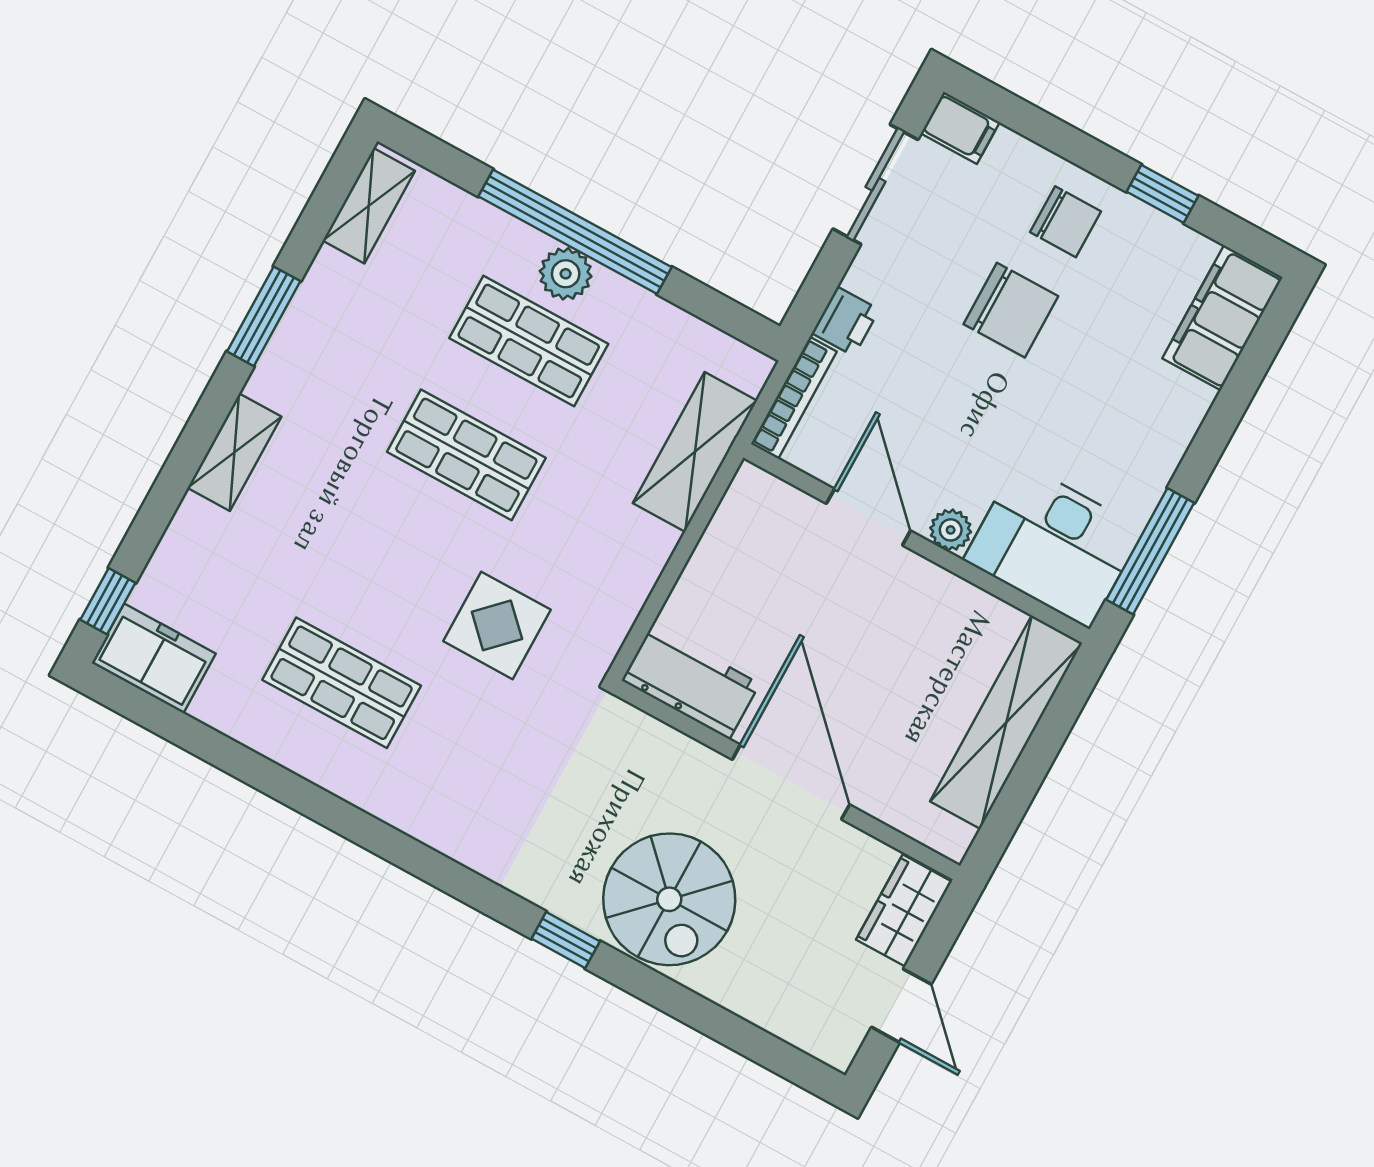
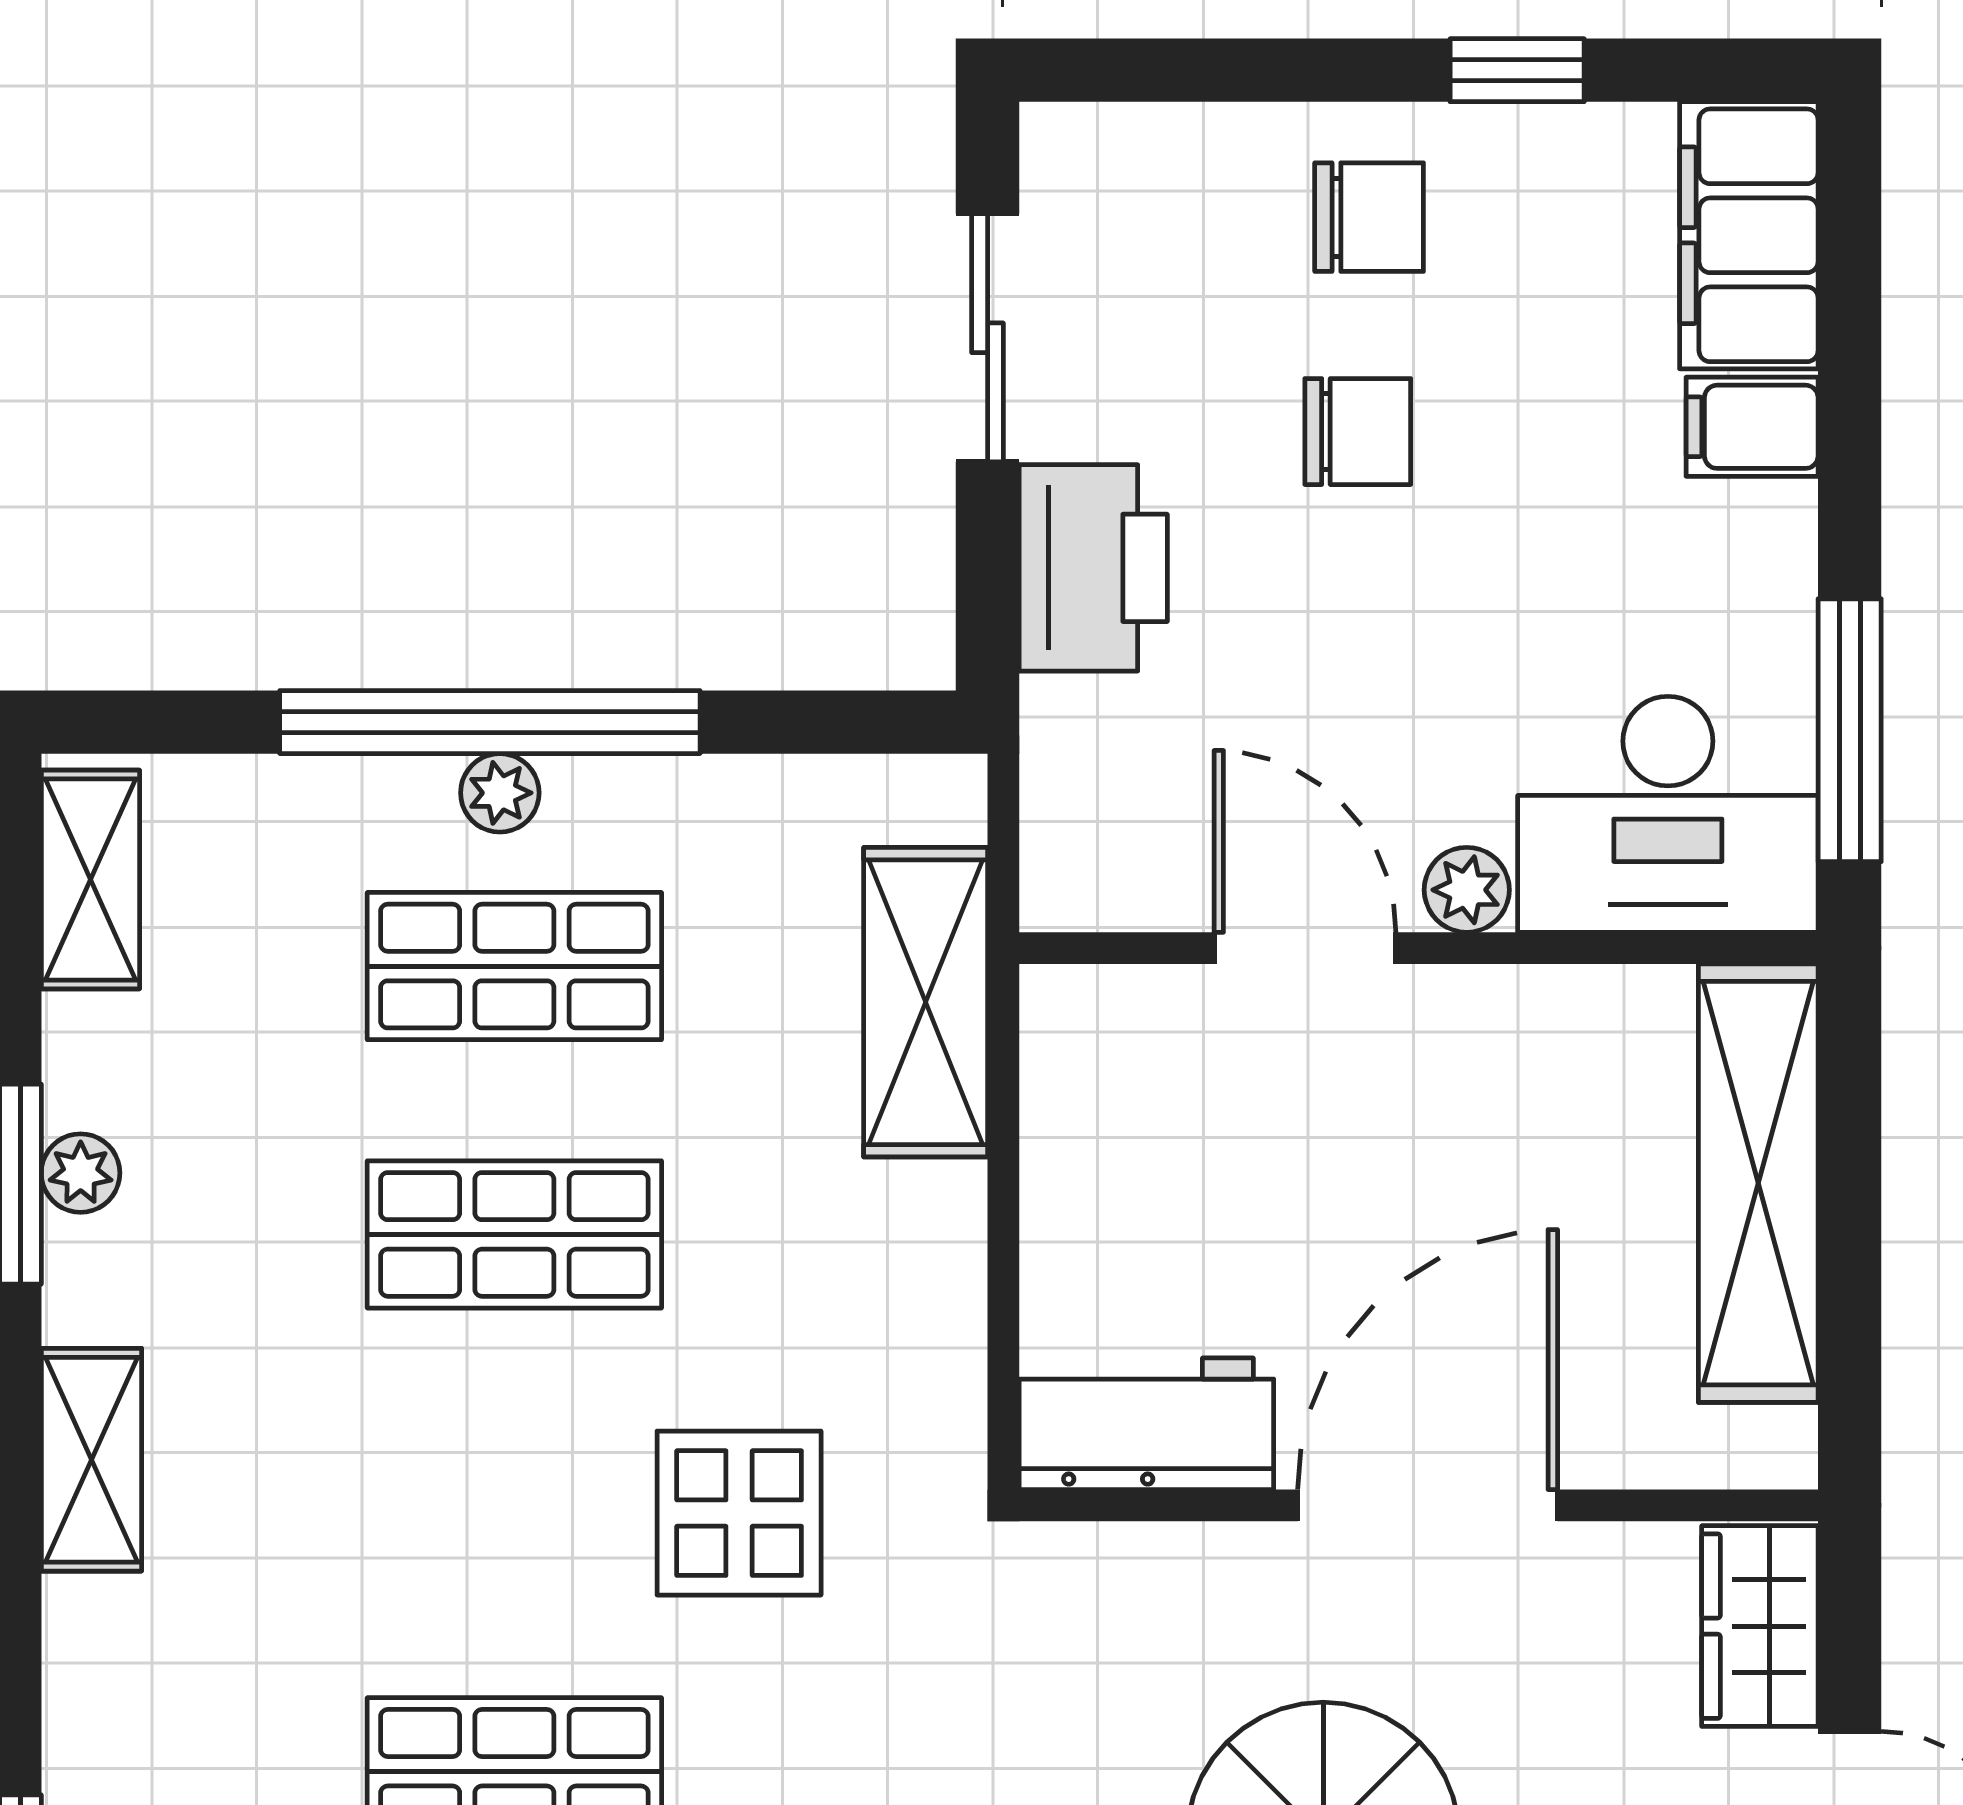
filing cabinet: (960, 128) -> (1752, 427), moved, turned 180
plant: (566, 274) -> (500, 793), width x0.73, depth x0.73
chair: (1011, 310) -> (1358, 432), width x0.73, depth x0.73
printer: (846, 321) -> (1093, 568), width x1.87, depth x1.48
plant: (296, 328) -> (81, 1173), added
bookcase: (794, 398) -> (1051, 806), removed
door: (791, 782) -> (1428, 1505), hinge flipped

